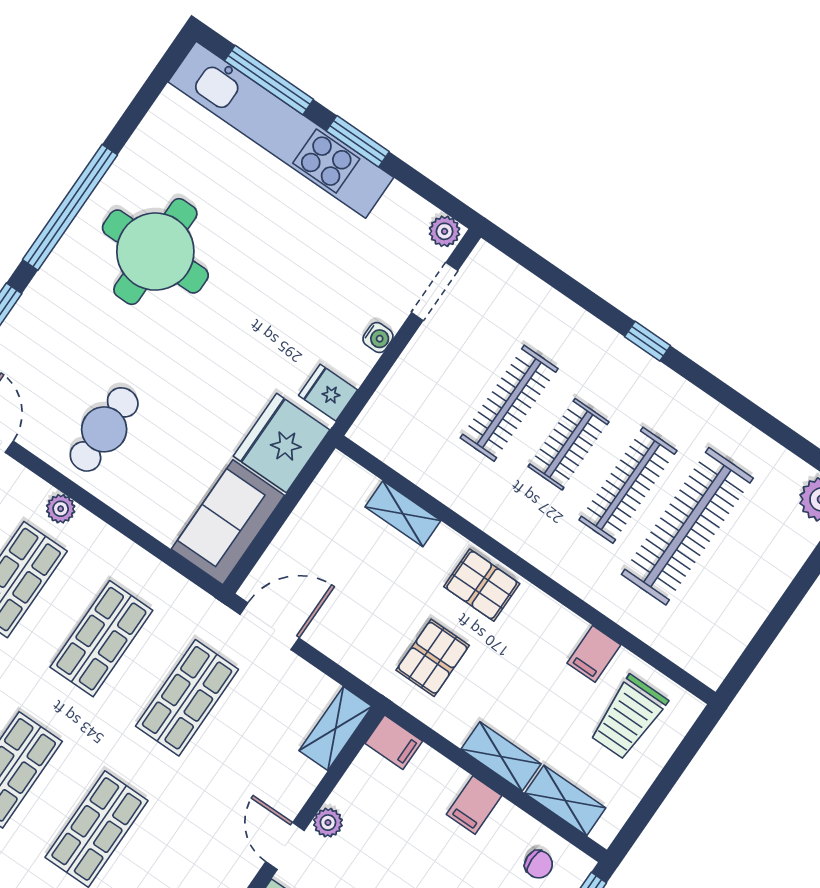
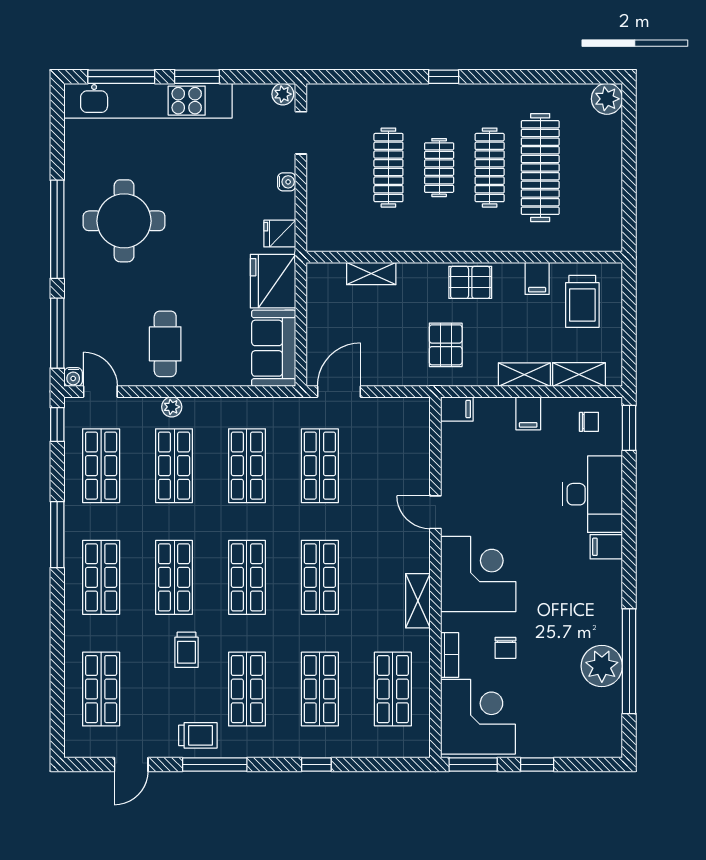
pallet: (482, 585) -> (470, 282), moved
shelving: (336, 728) -> (418, 424), removed
plant: (328, 823) -> (451, 482), removed

